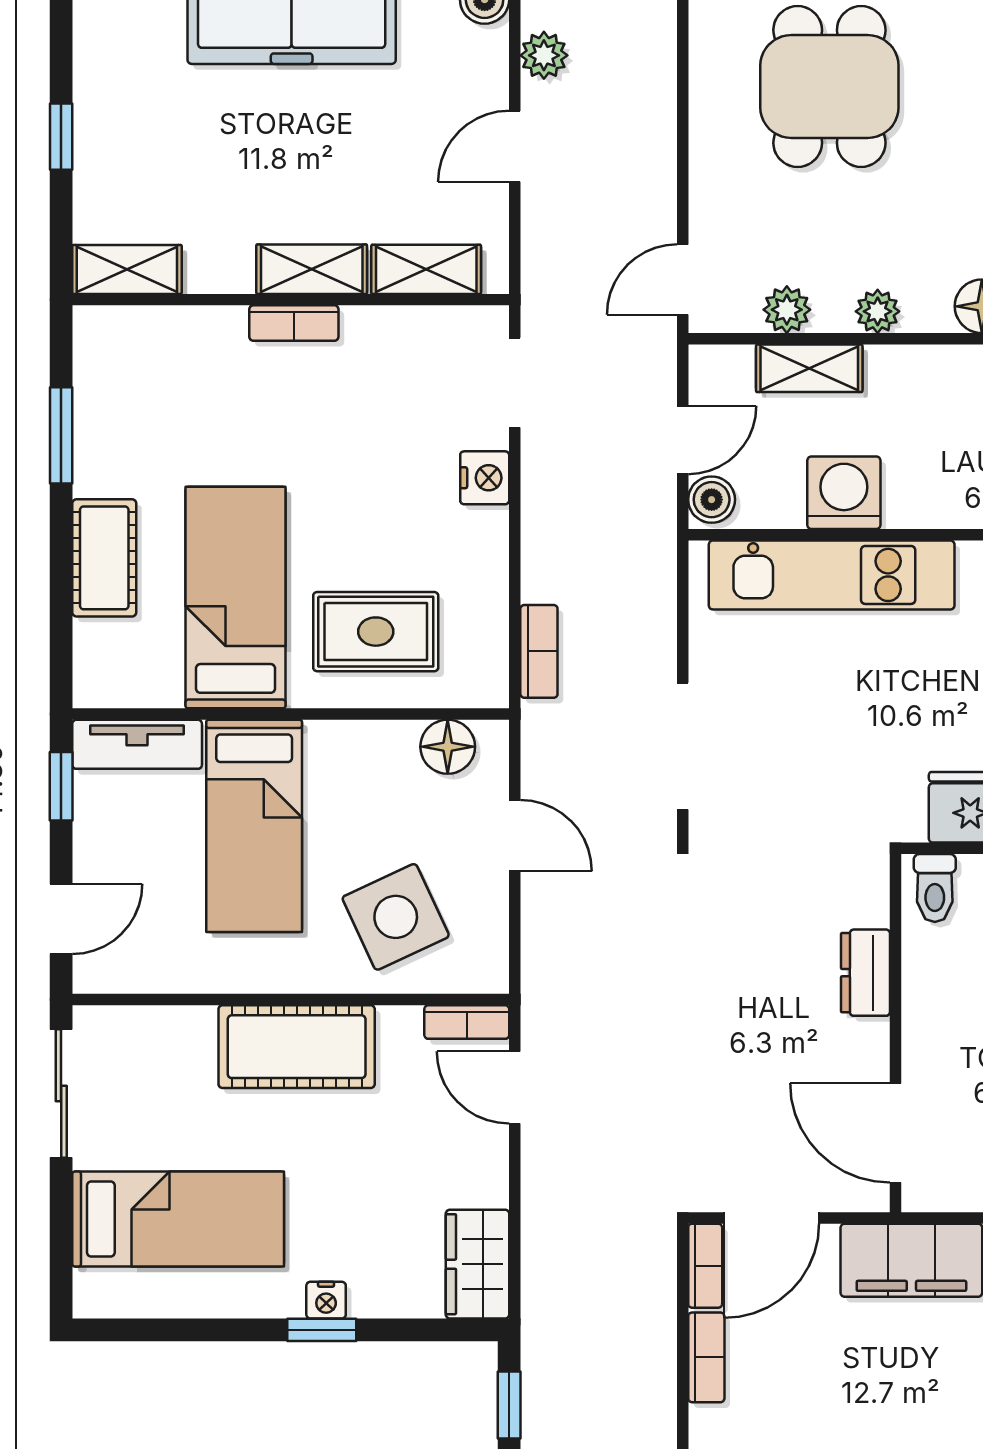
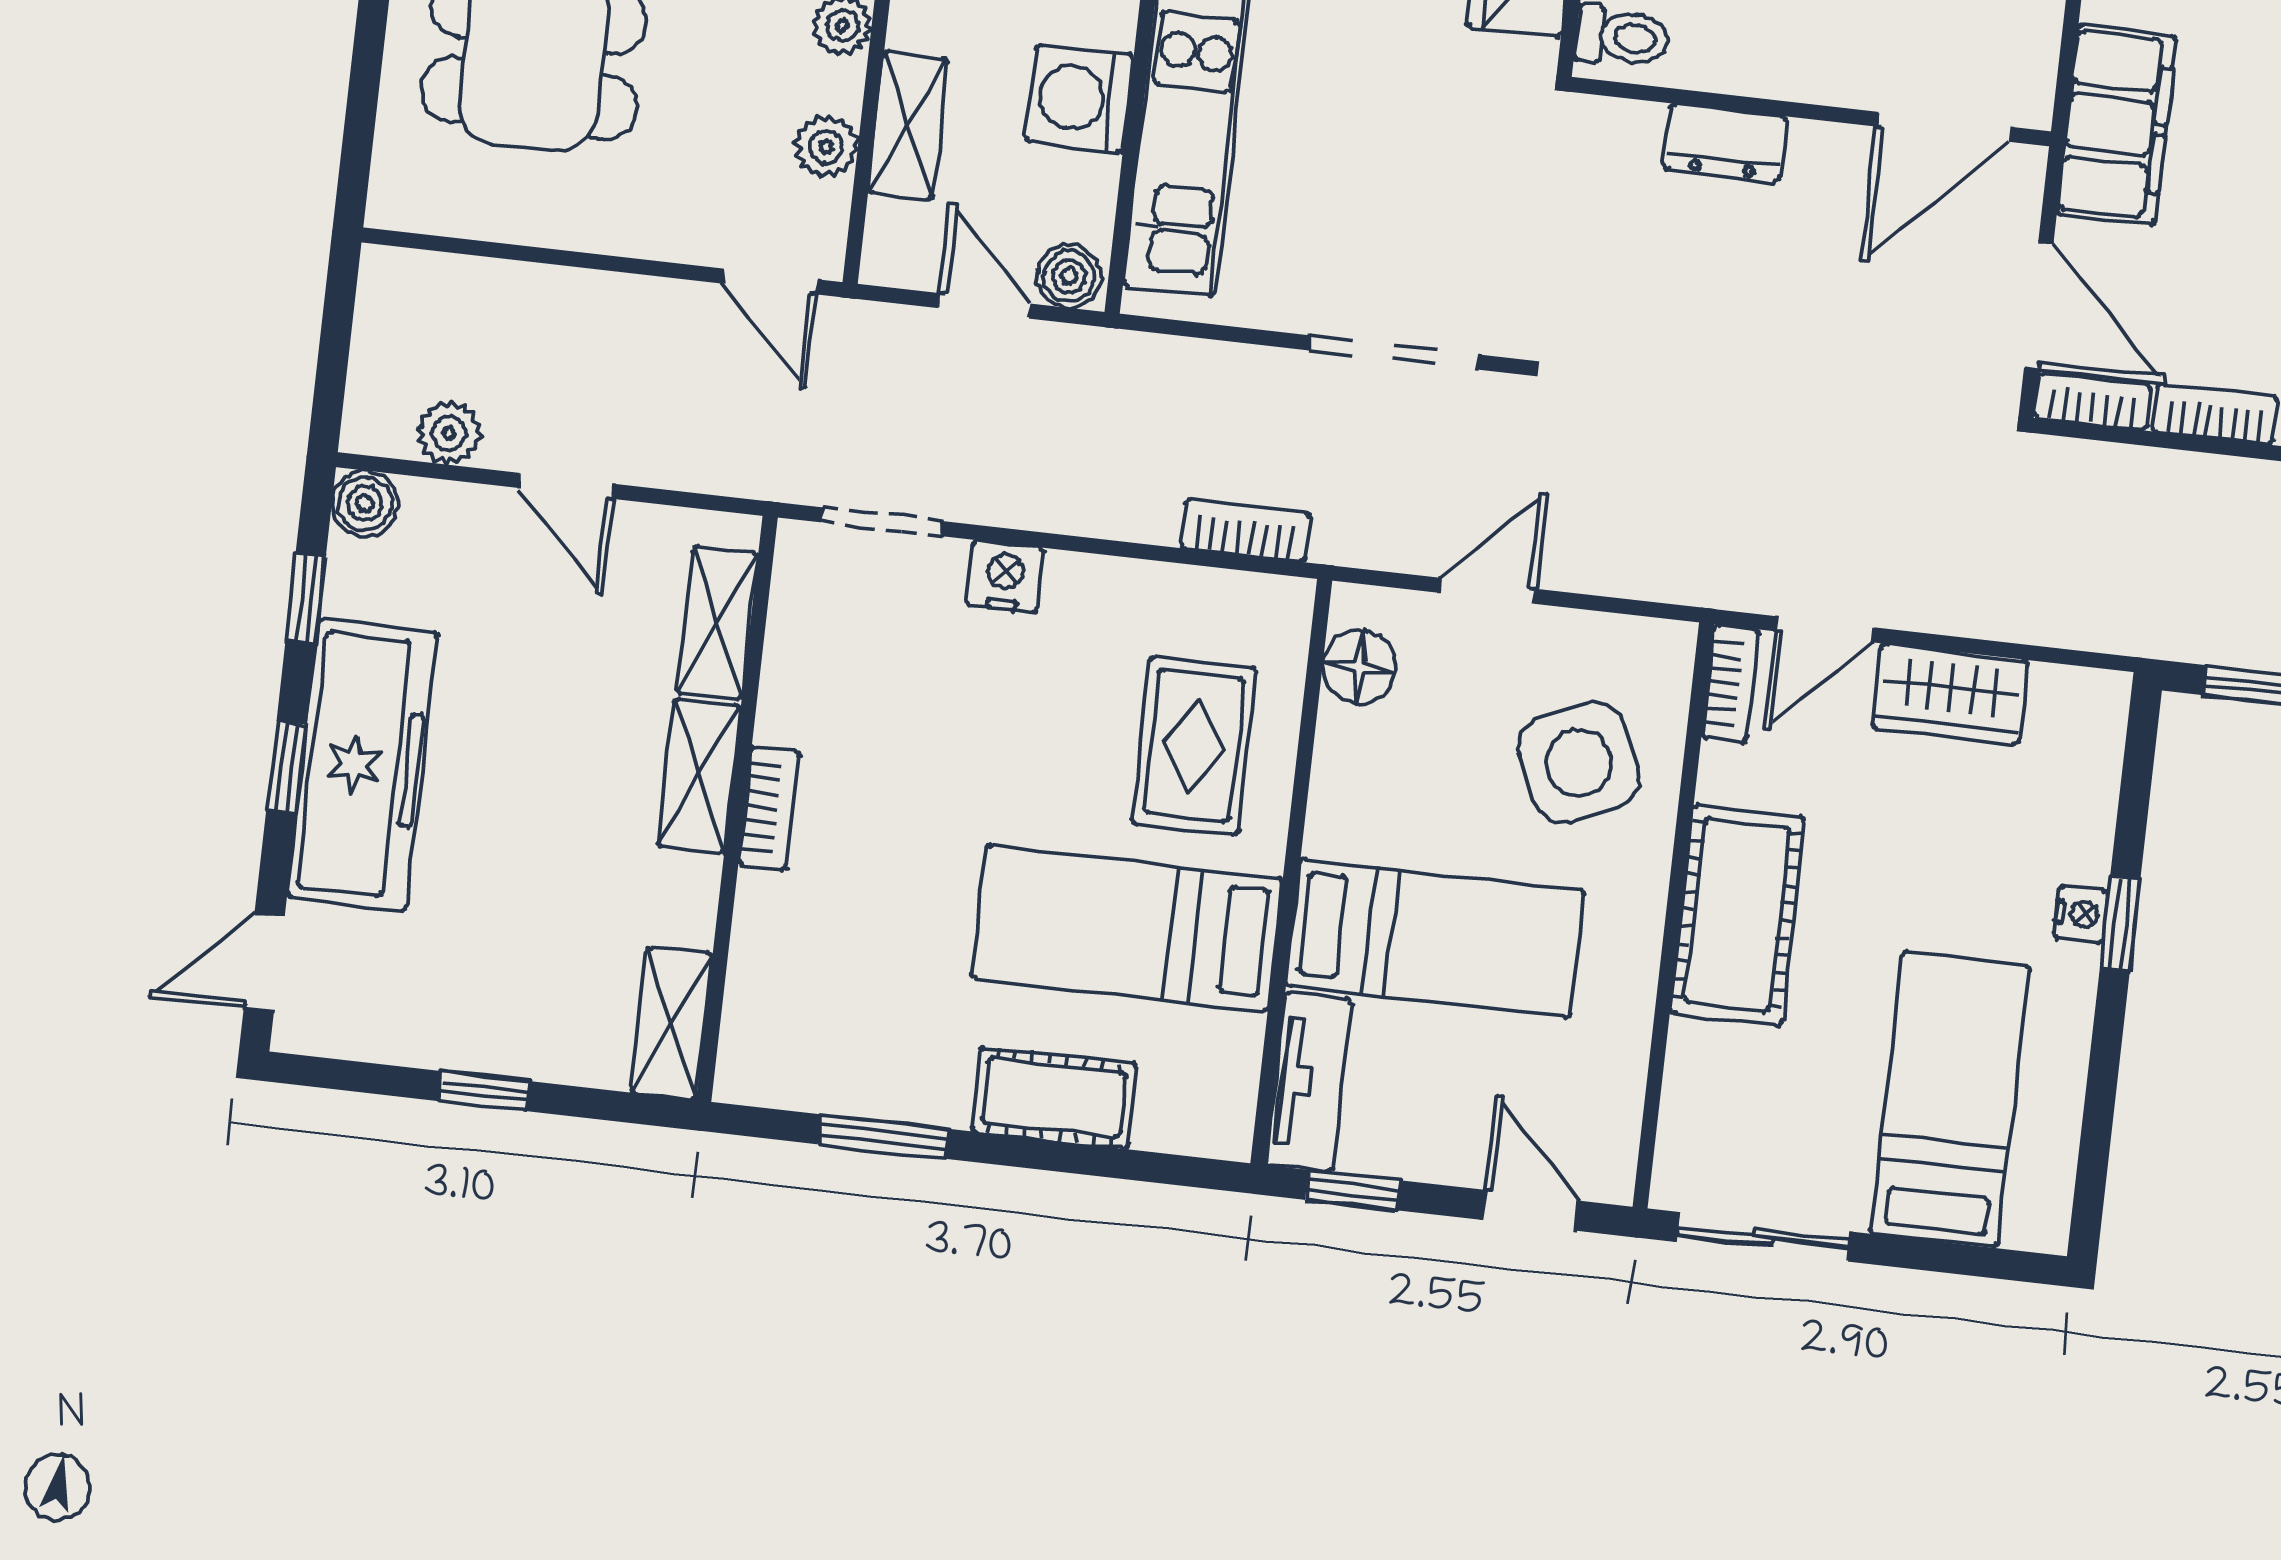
wardrobe: (477, 1264) -> (1950, 694), moved

